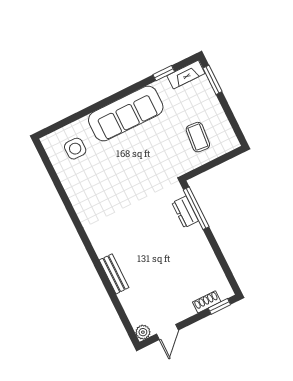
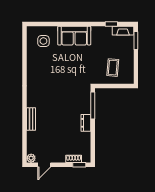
sofa: (126, 114) -> (74, 36), width x0.73
dresser: (185, 212) -> (86, 123), moved

